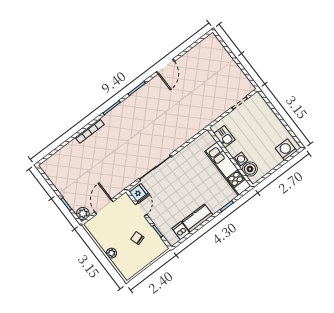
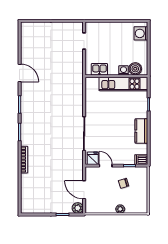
dishwasher: (181, 231) -> (141, 160), moved

